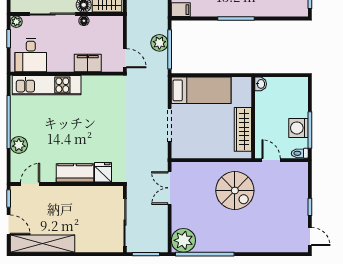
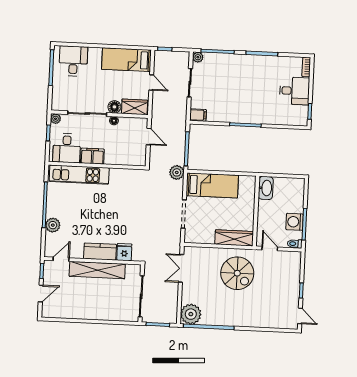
plant: (159, 43) -> (177, 172), moved
door: (125, 58) -> (149, 137), moved
filing cabinet: (88, 63) -> (92, 156), moved
washbasin: (261, 84) -> (266, 188), width x1.91, depth x1.45
wardrobe: (243, 129) -> (234, 238), moved, turned 90
door: (9, 225) -> (41, 293), hinge flipped
shelving: (43, 244) -> (97, 270), moved

